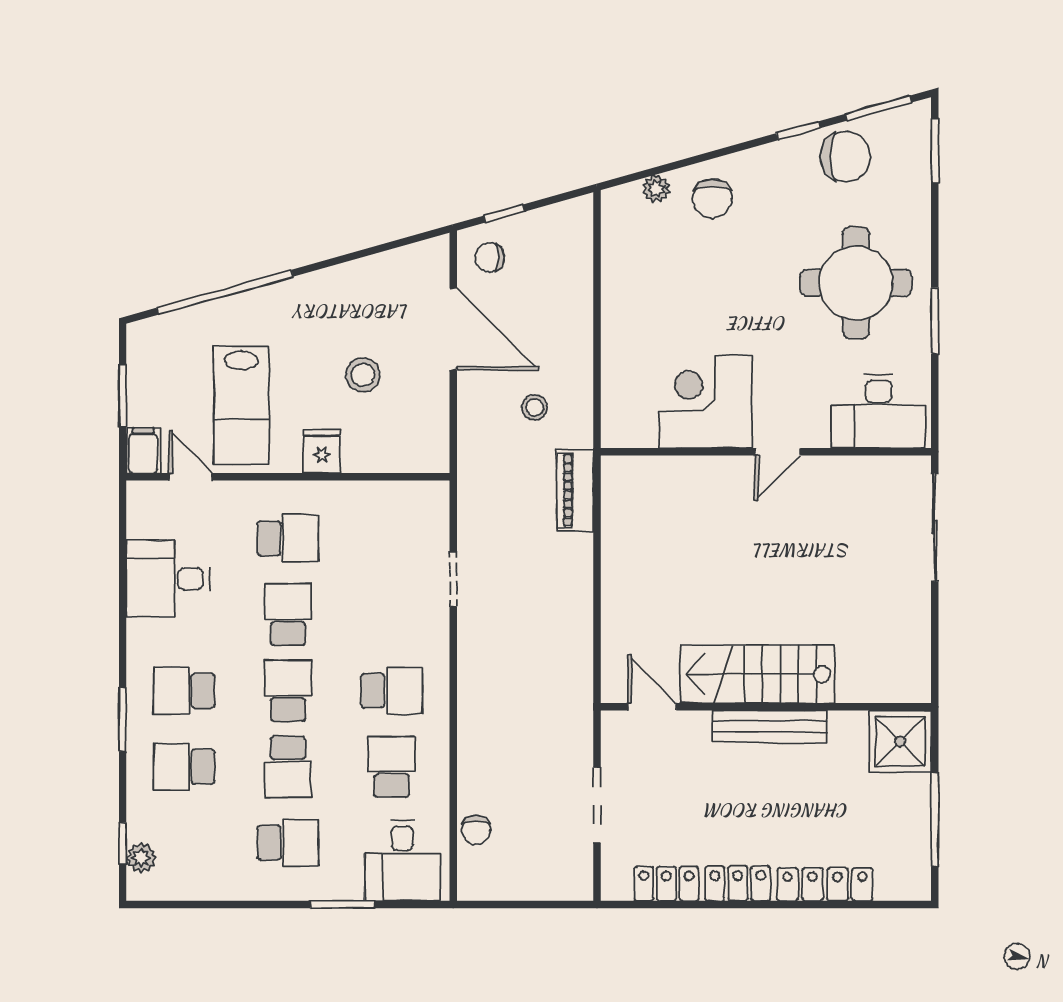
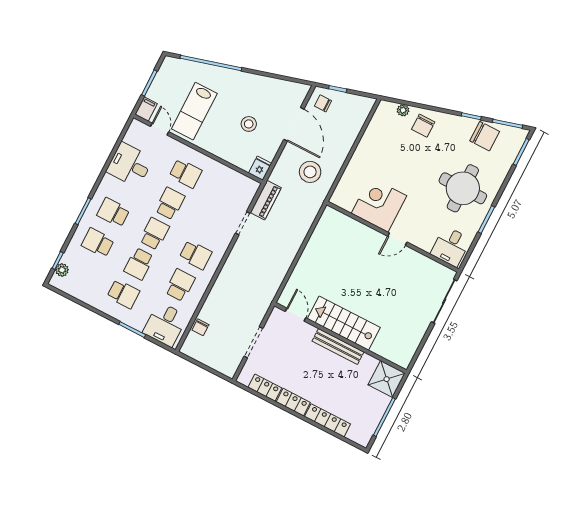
stool: (535, 407) -> (310, 172), width x1.89, depth x1.89
desk: (879, 411) -> (451, 246), width x0.73
fridge: (322, 451) -> (260, 168), moved
piano: (575, 490) -> (266, 200), moved, turned 180

